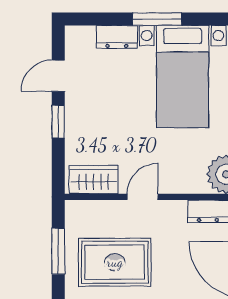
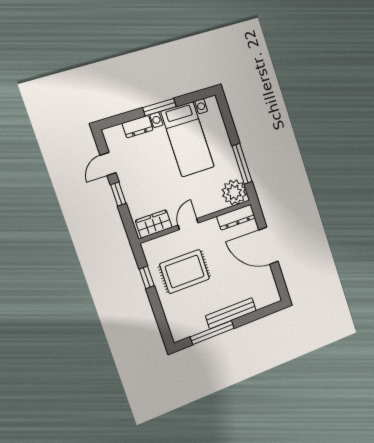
window: (58, 251) -> (147, 277), width x0.67

